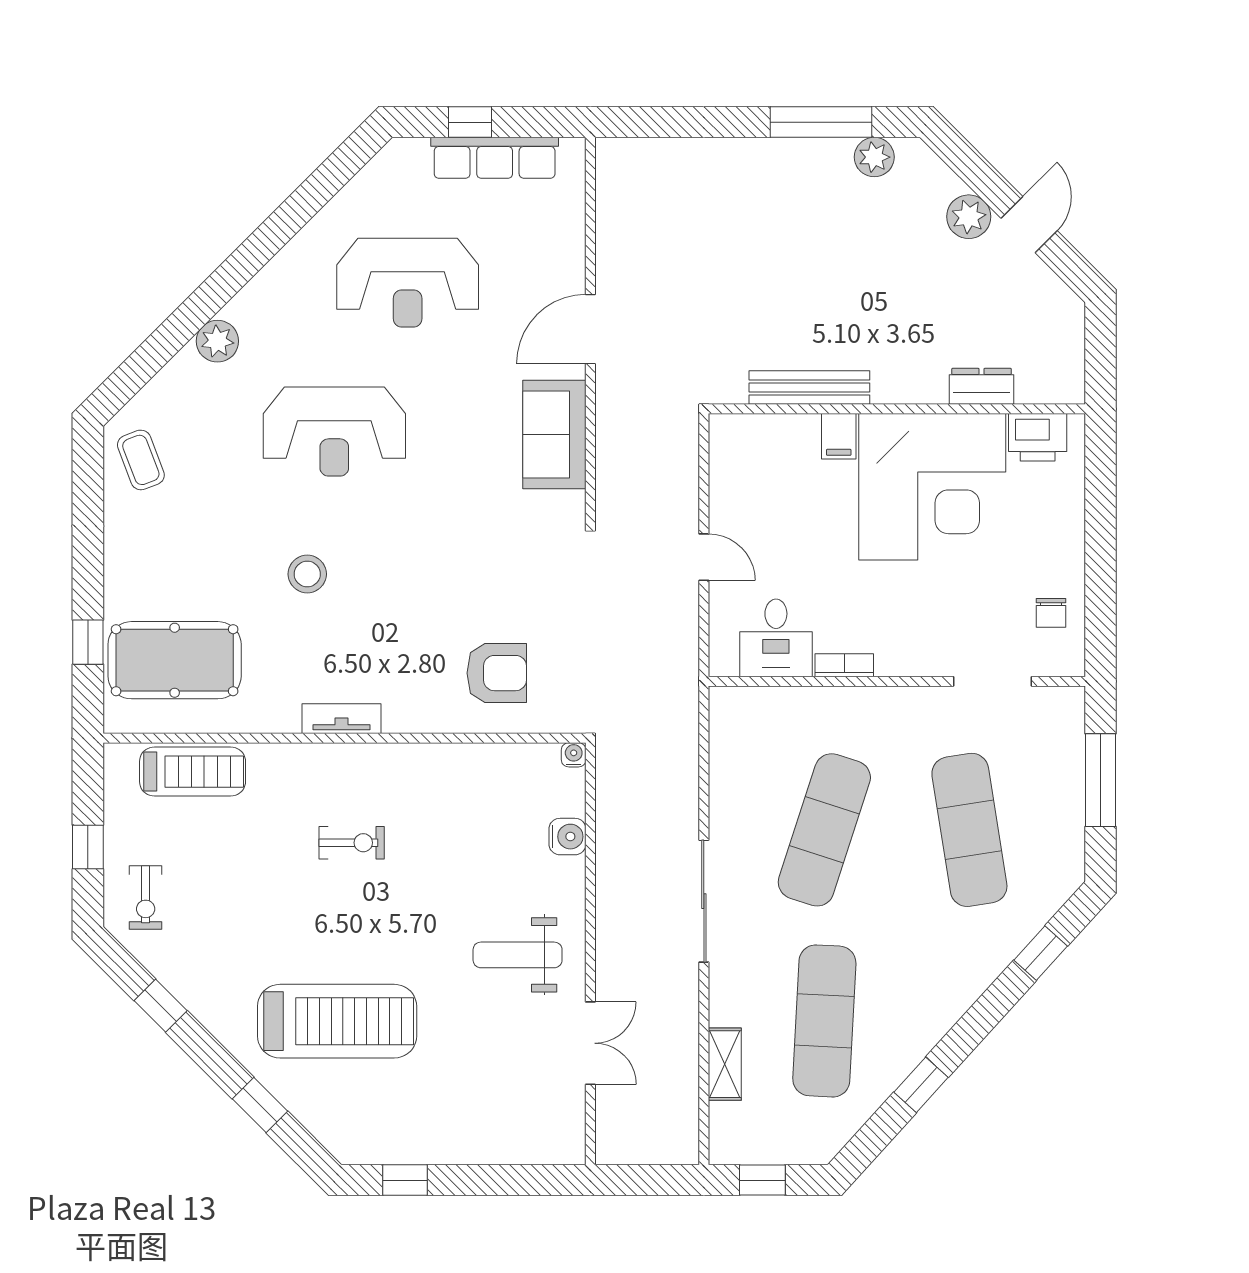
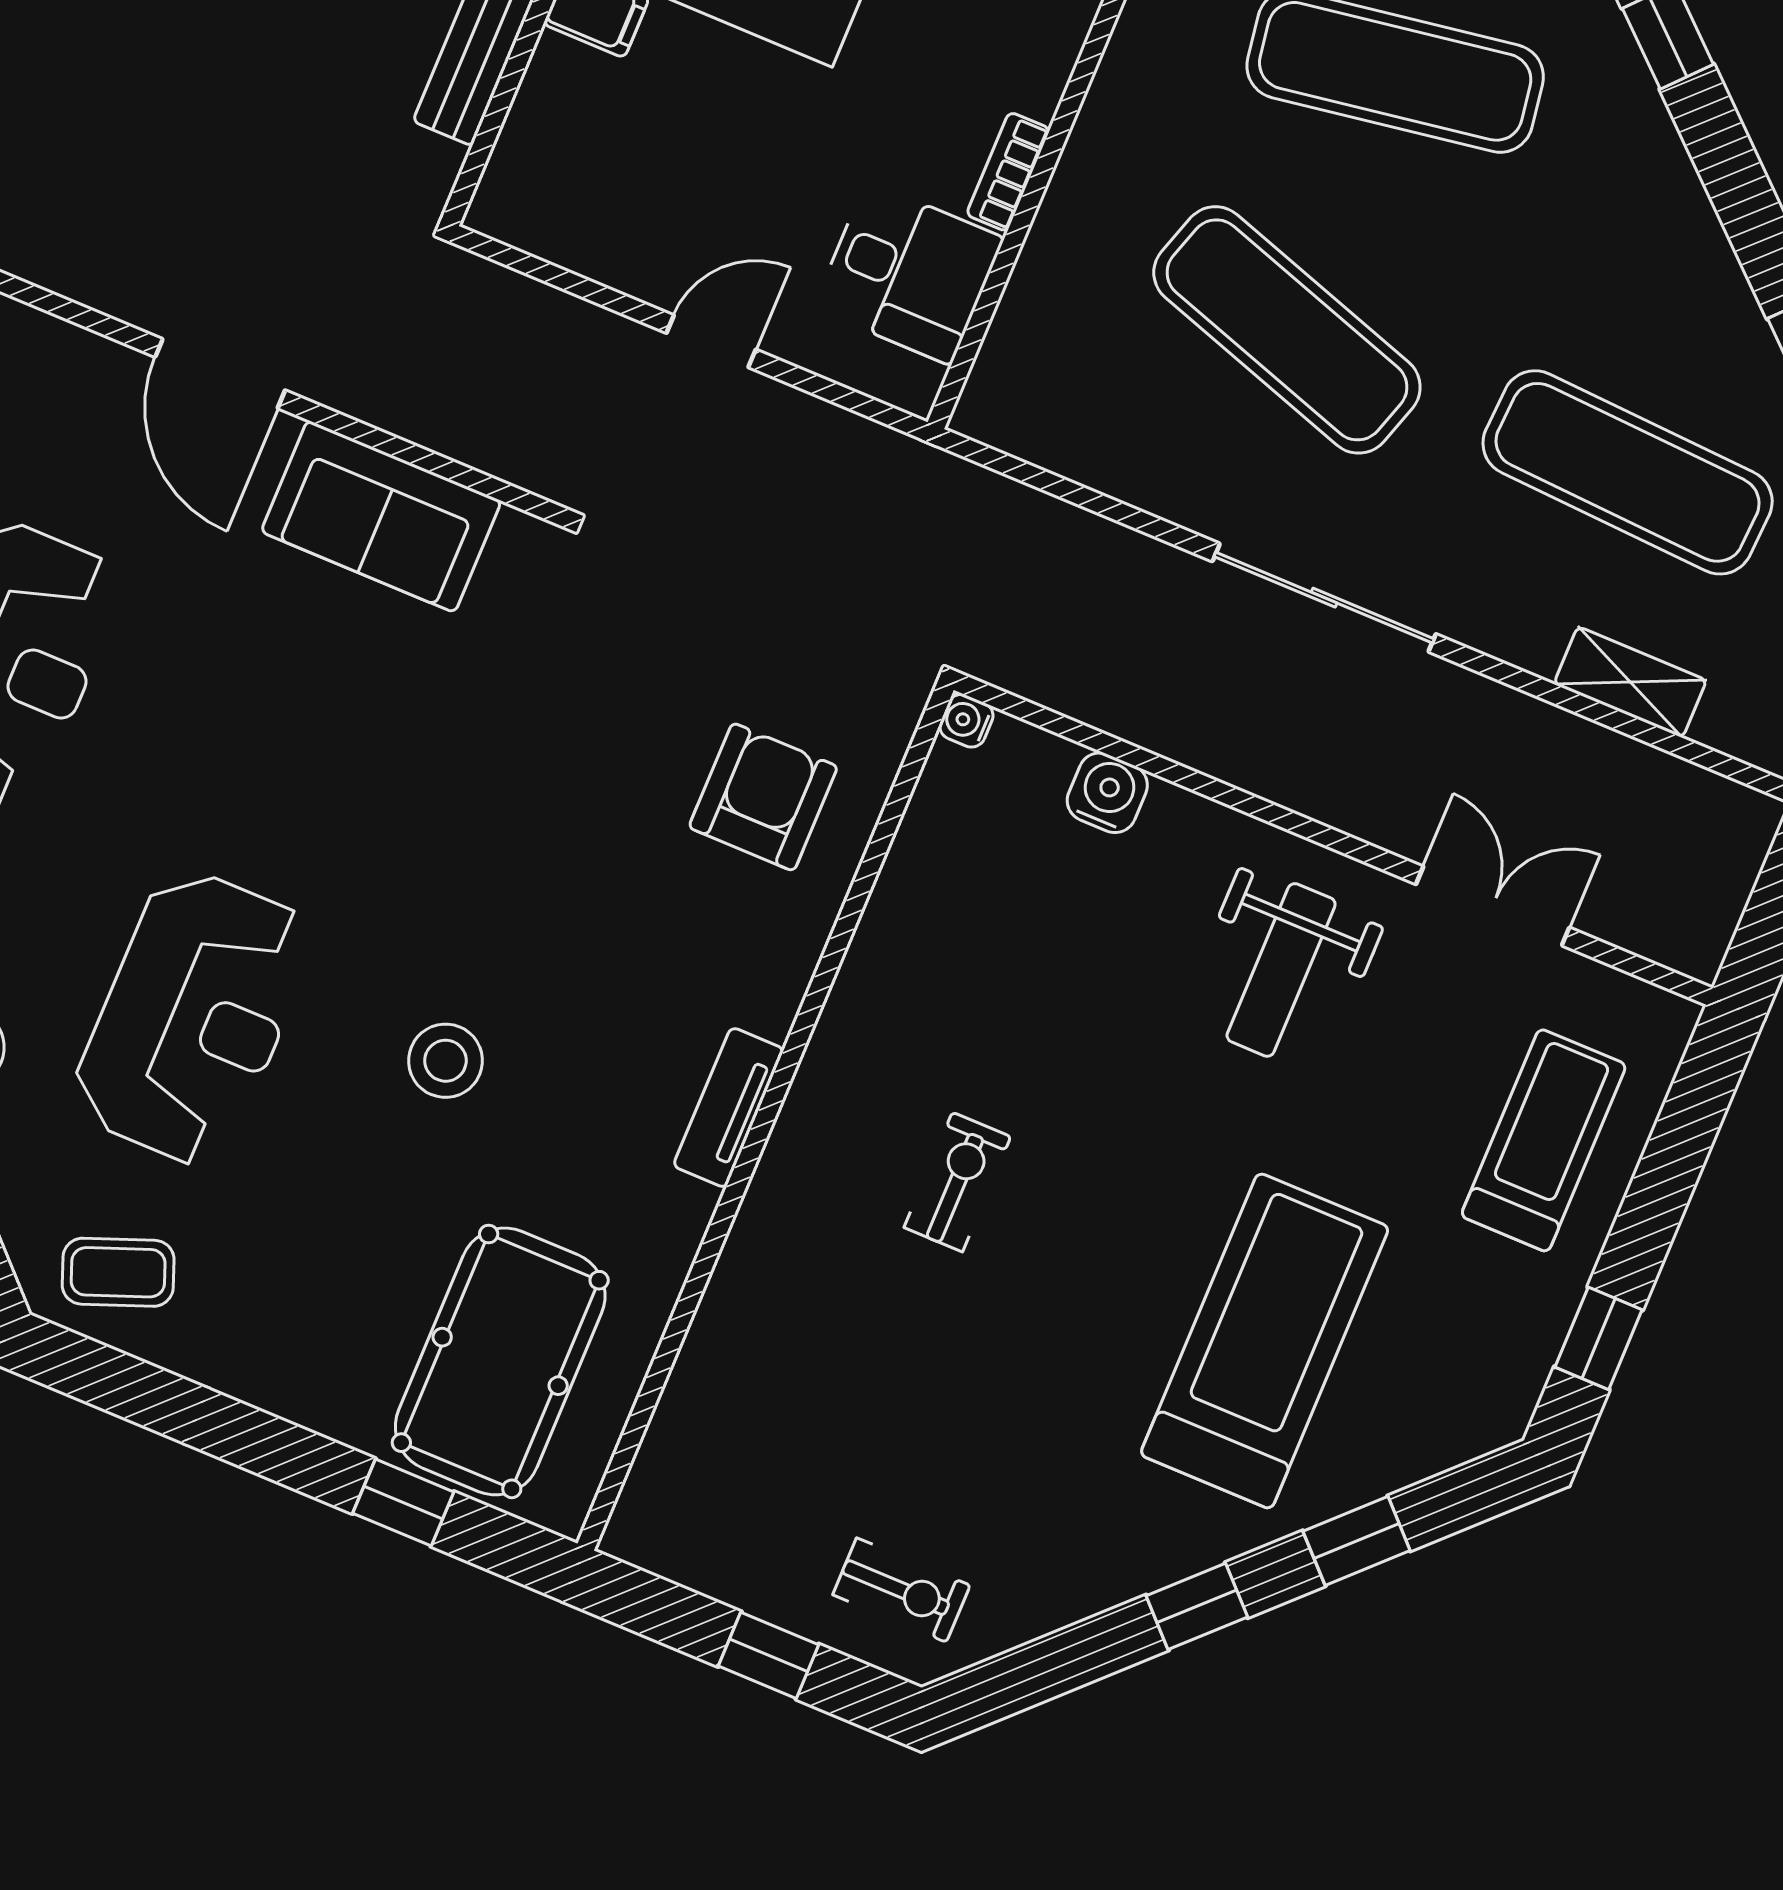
reception desk: (334, 432) -> (193, 1018), moved
treadmill: (193, 772) -> (1544, 1140), moved
window: (161, 1006) -> (1197, 1606), moved

